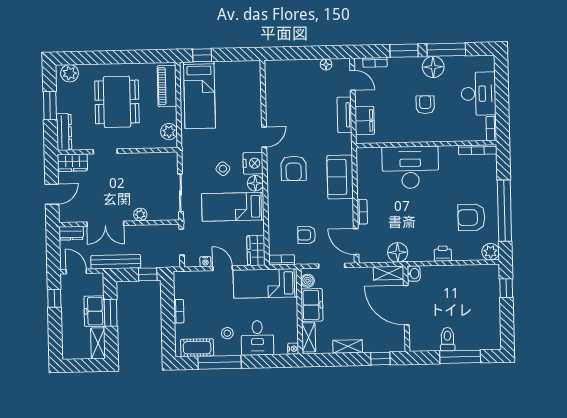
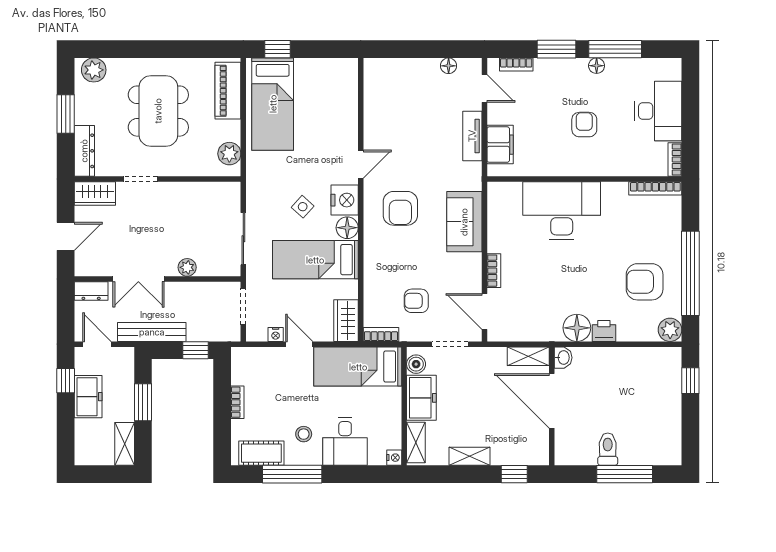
floor lamp: (433, 67) -> (597, 66), width x0.53, depth x0.53
floor lamp: (398, 252) -> (577, 328), moved
freezer: (94, 311) -> (88, 397), moved, turned 180

